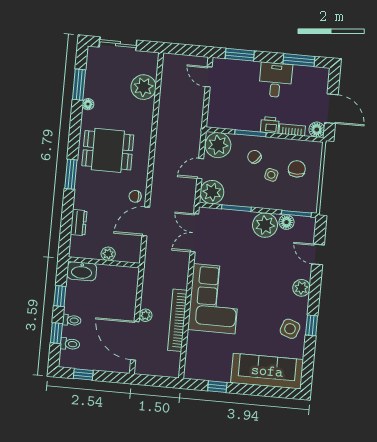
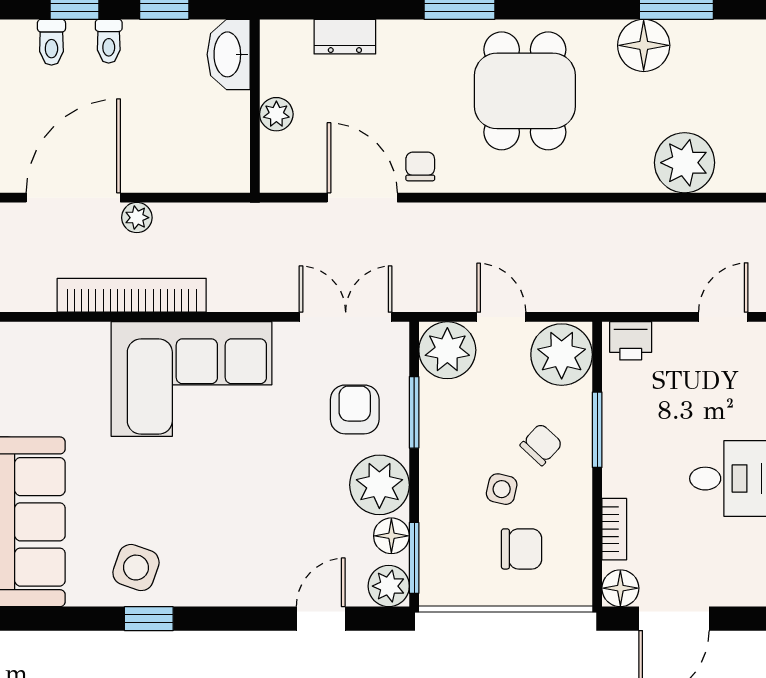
floor lamp: (88, 104) -> (644, 45), width x1.89, depth x1.89
printer: (270, 125) -> (631, 341), moved, turned 90
armchair: (233, 233) -> (355, 409), added
plant: (301, 288) -> (389, 586), moved

